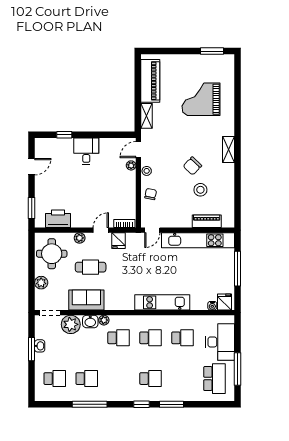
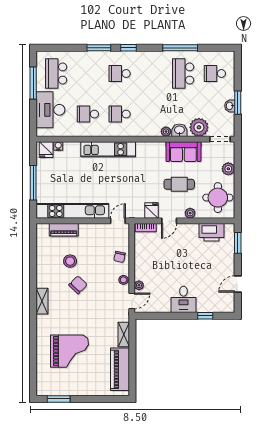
school desk: (119, 338) -> (151, 114), removed
school desk: (87, 379) -> (183, 73), width x1.85

